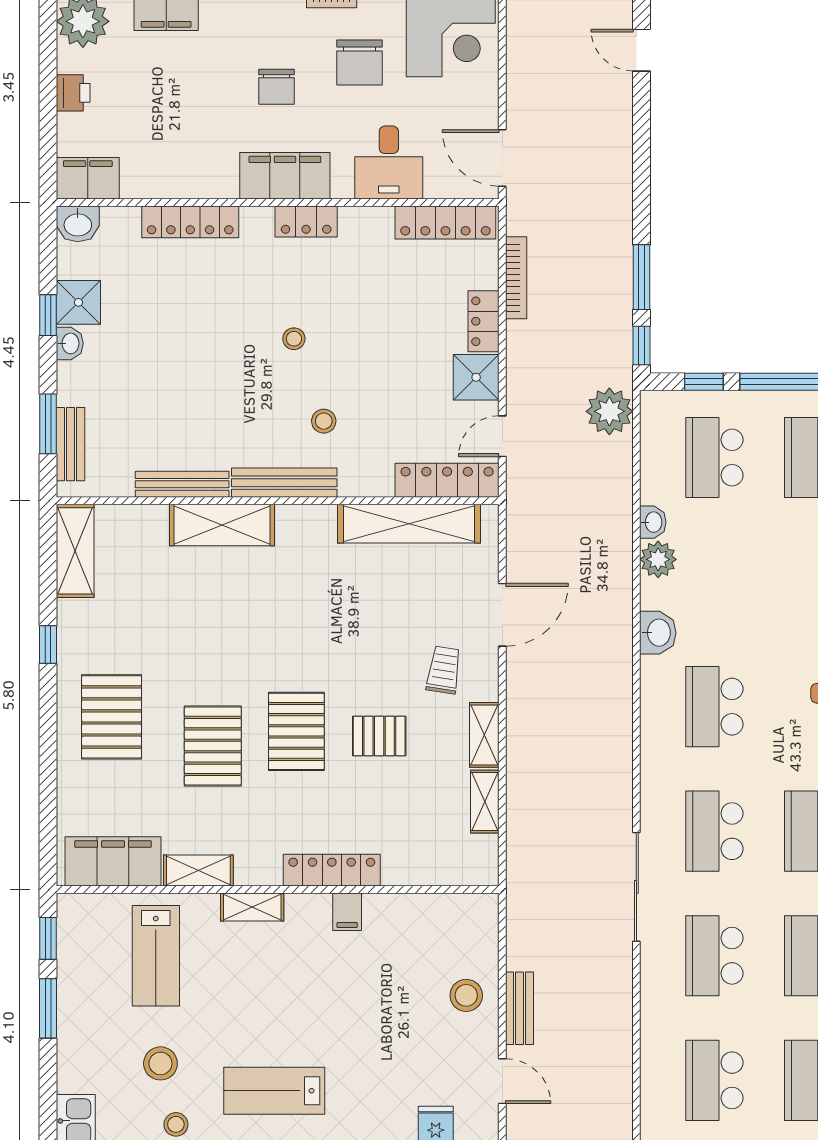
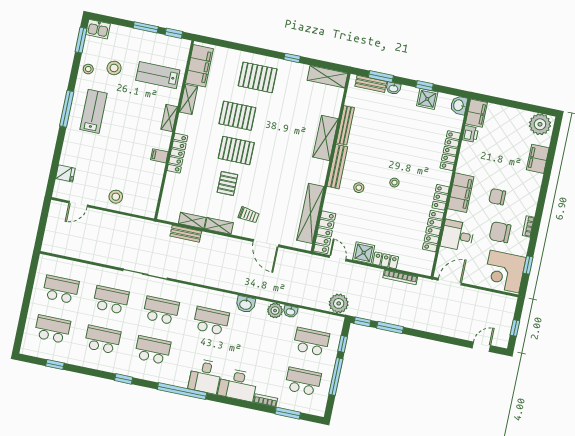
printer: (73, 93) -> (470, 134), moved, turned -90
locker: (445, 222) -> (433, 231), moved
washbasin: (70, 343) -> (393, 88), moved
bench: (520, 1008) -> (186, 234), moved

